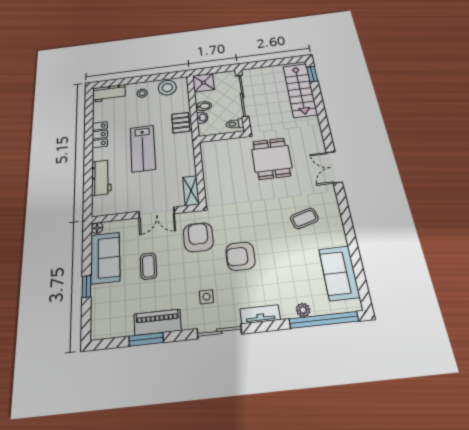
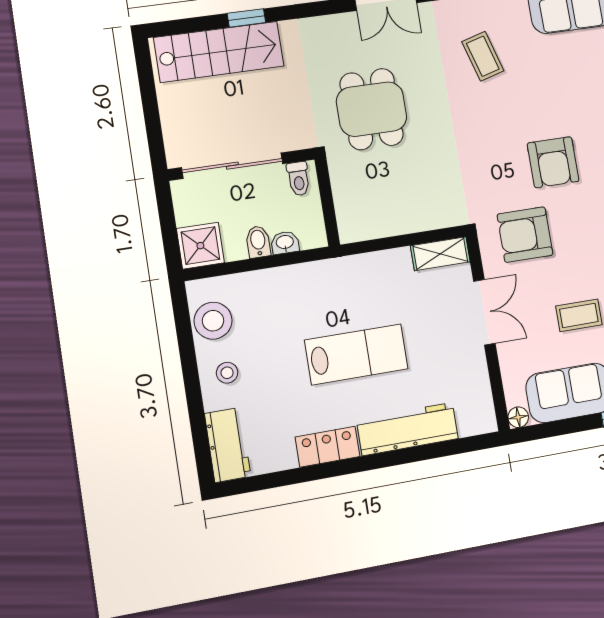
window: (312, 74) -> (246, 18), moved
pallet: (181, 123) -> (297, 285), removed
dining table: (272, 159) -> (372, 109), turned 90
workbench: (101, 178) -> (407, 429), width x1.38

